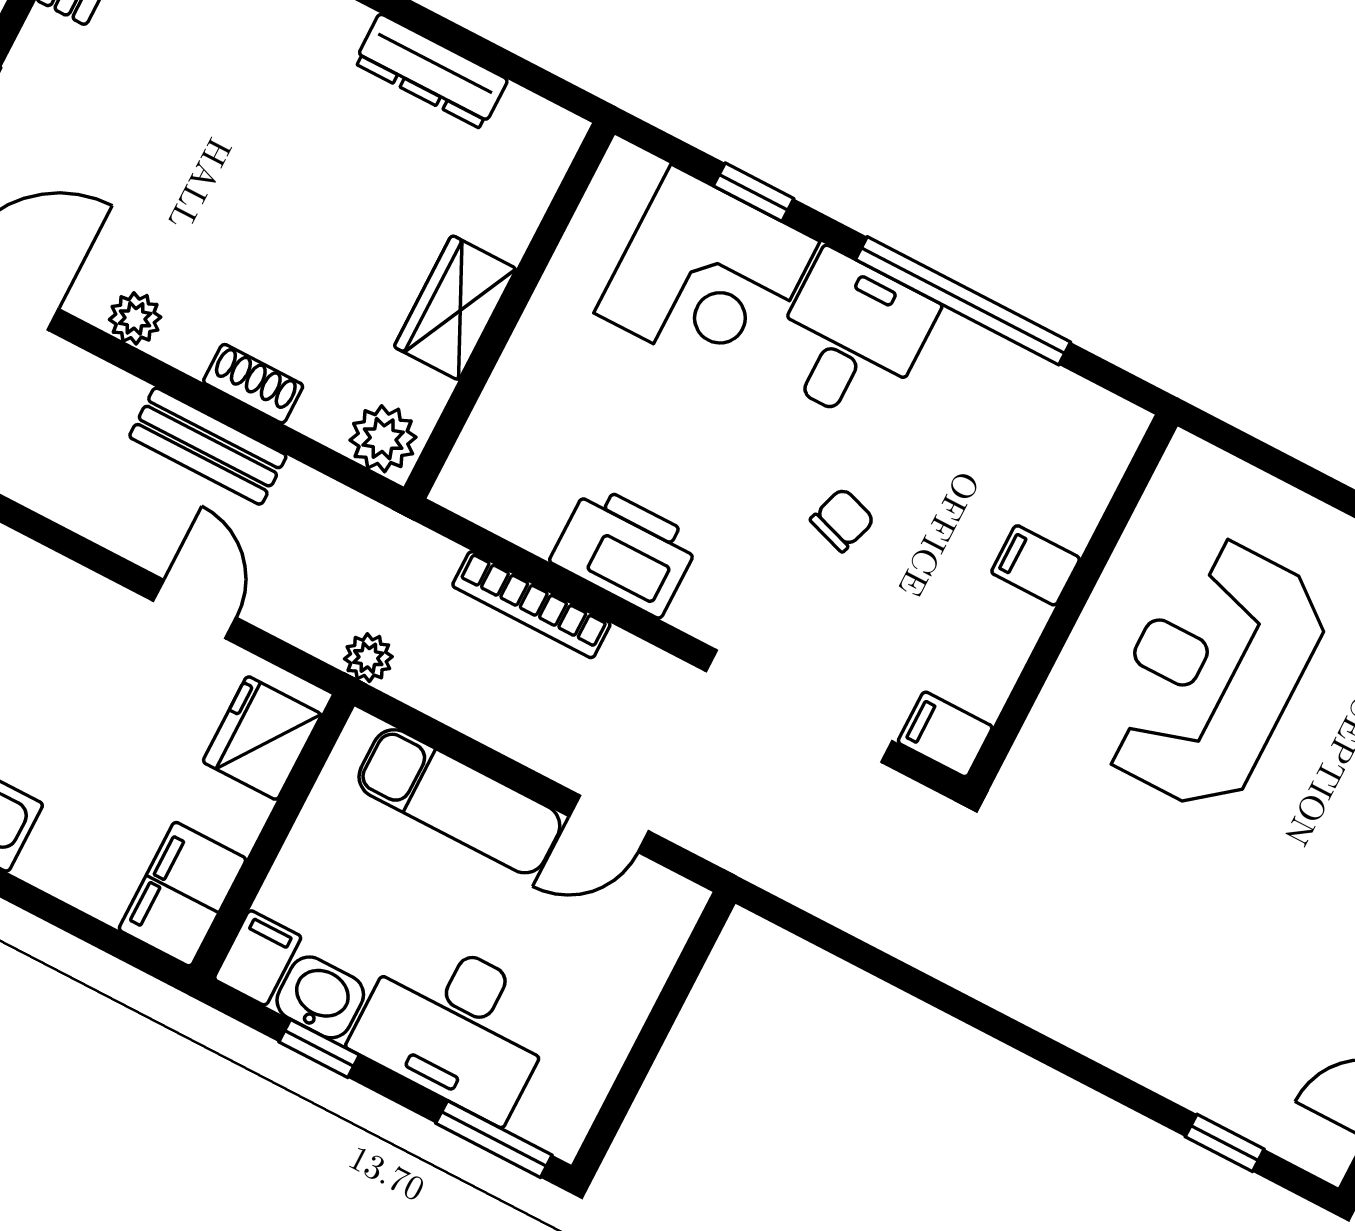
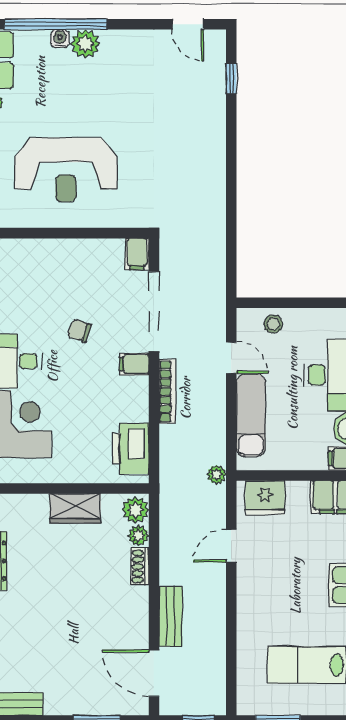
plant: (135, 318) -> (138, 536), moved
bench: (208, 446) -> (171, 616), moved
printer: (625, 550) -> (131, 449), moved
filing cabinet: (1036, 565) -> (134, 364), moved, turned 90
bookcase: (531, 605) -> (167, 391), moved
stool: (635, 955) -> (273, 324), added

